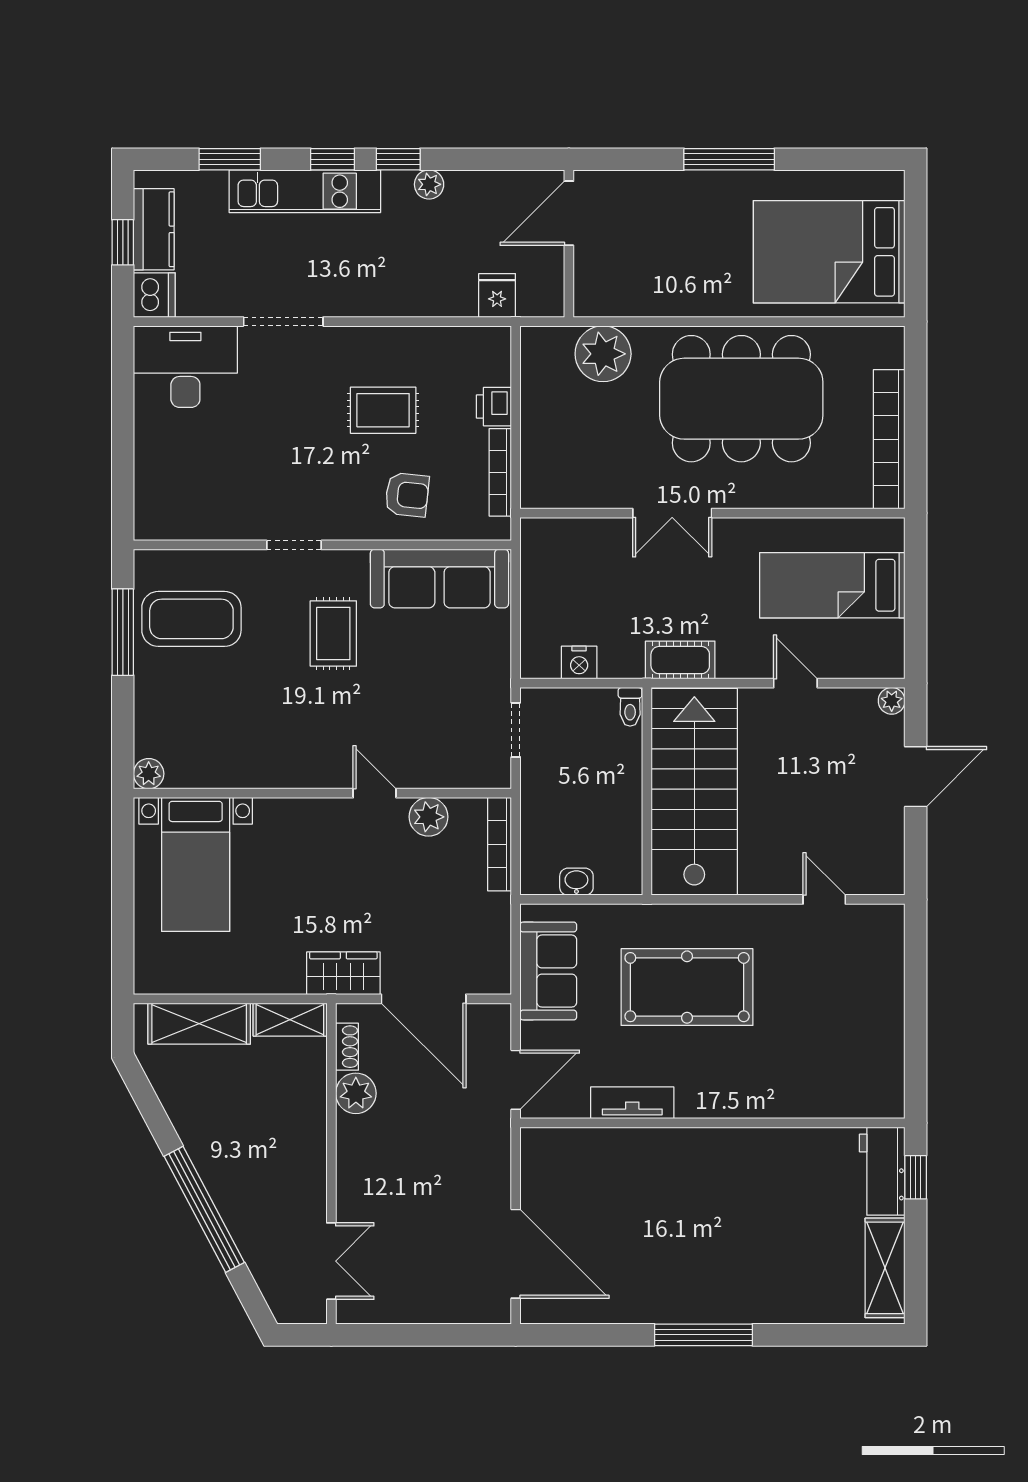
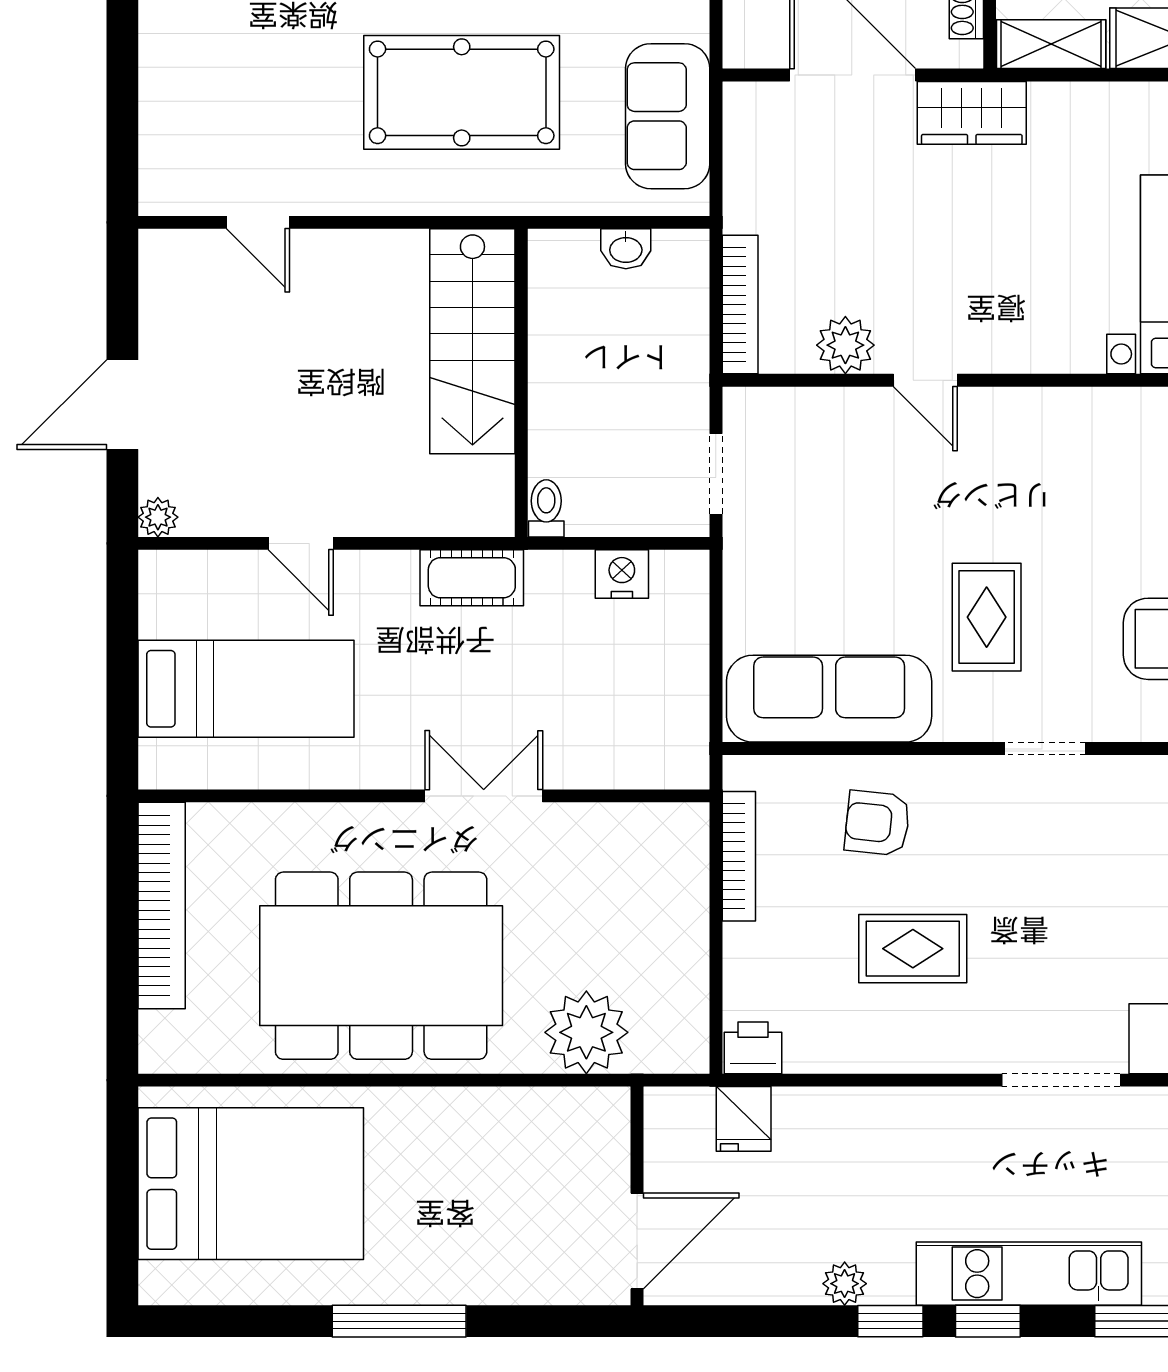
printer: (494, 407) -> (753, 1048), moved, turned -90
stairs: (694, 792) -> (472, 341), width x0.73, depth x0.66

